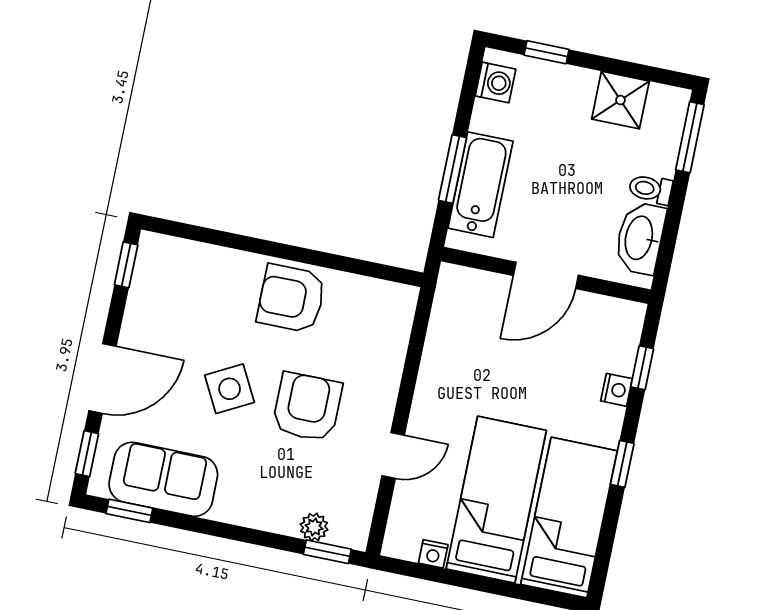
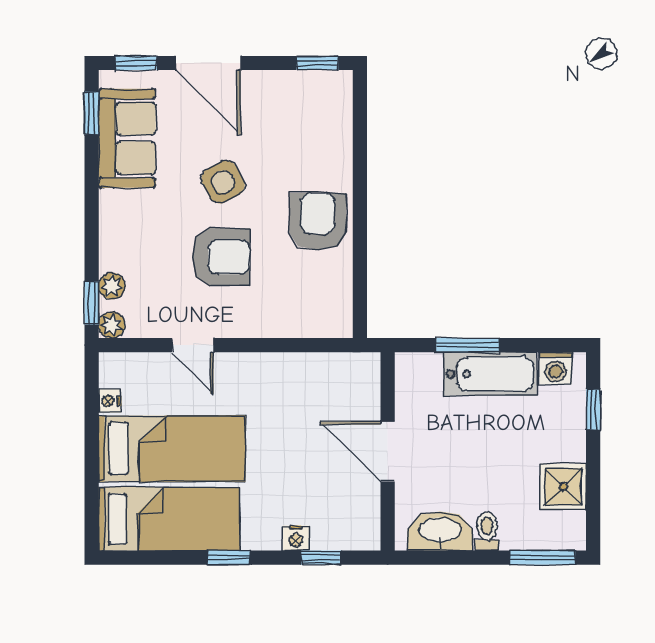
bathtub: (480, 185) -> (490, 374), moved
plant: (355, 536) -> (112, 325), added

